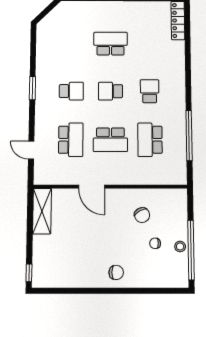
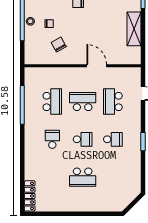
school desk: (71, 91) -> (113, 139), turned 180
school desk: (150, 91) -> (52, 139), turned 180
shelving: (42, 211) -> (134, 29), moved

